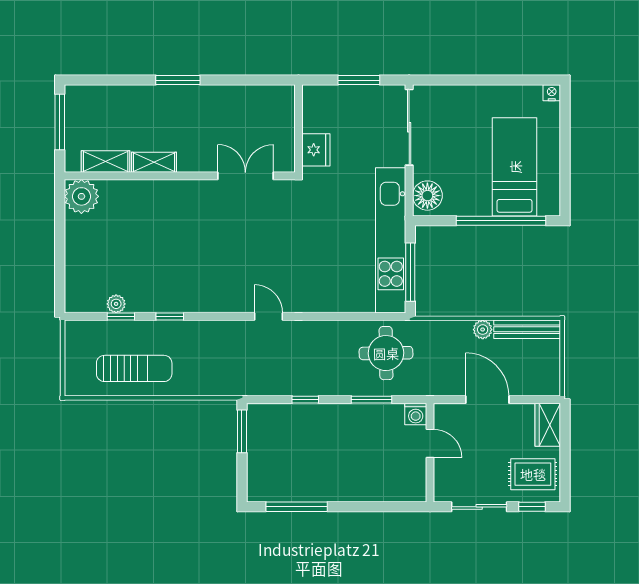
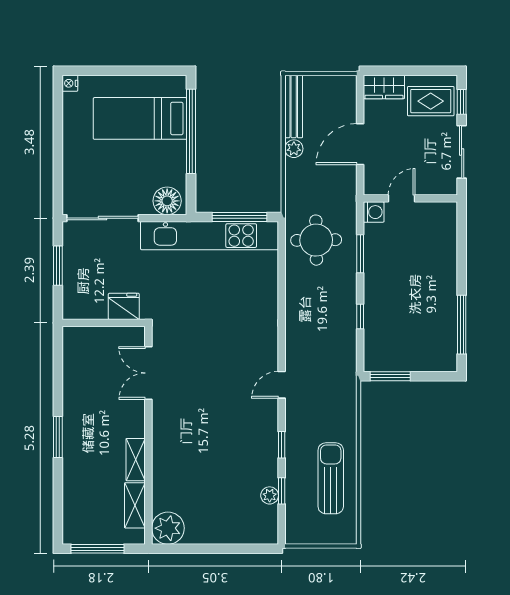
door: (269, 317) -> (282, 385), moved
rug: (533, 474) -> (431, 101), turned 90

